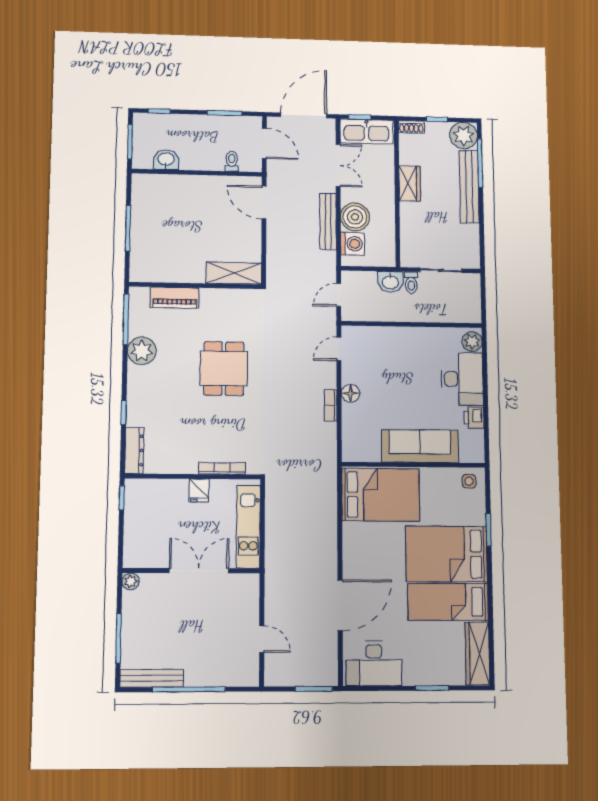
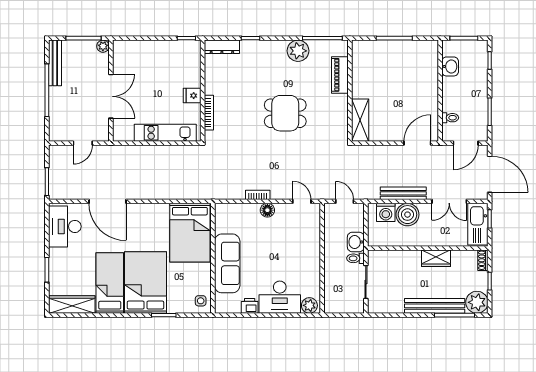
wall: (191, 571) -> (111, 91), moved
double door: (199, 571) -> (111, 96), moved
plant: (131, 581) -> (103, 46), moved

